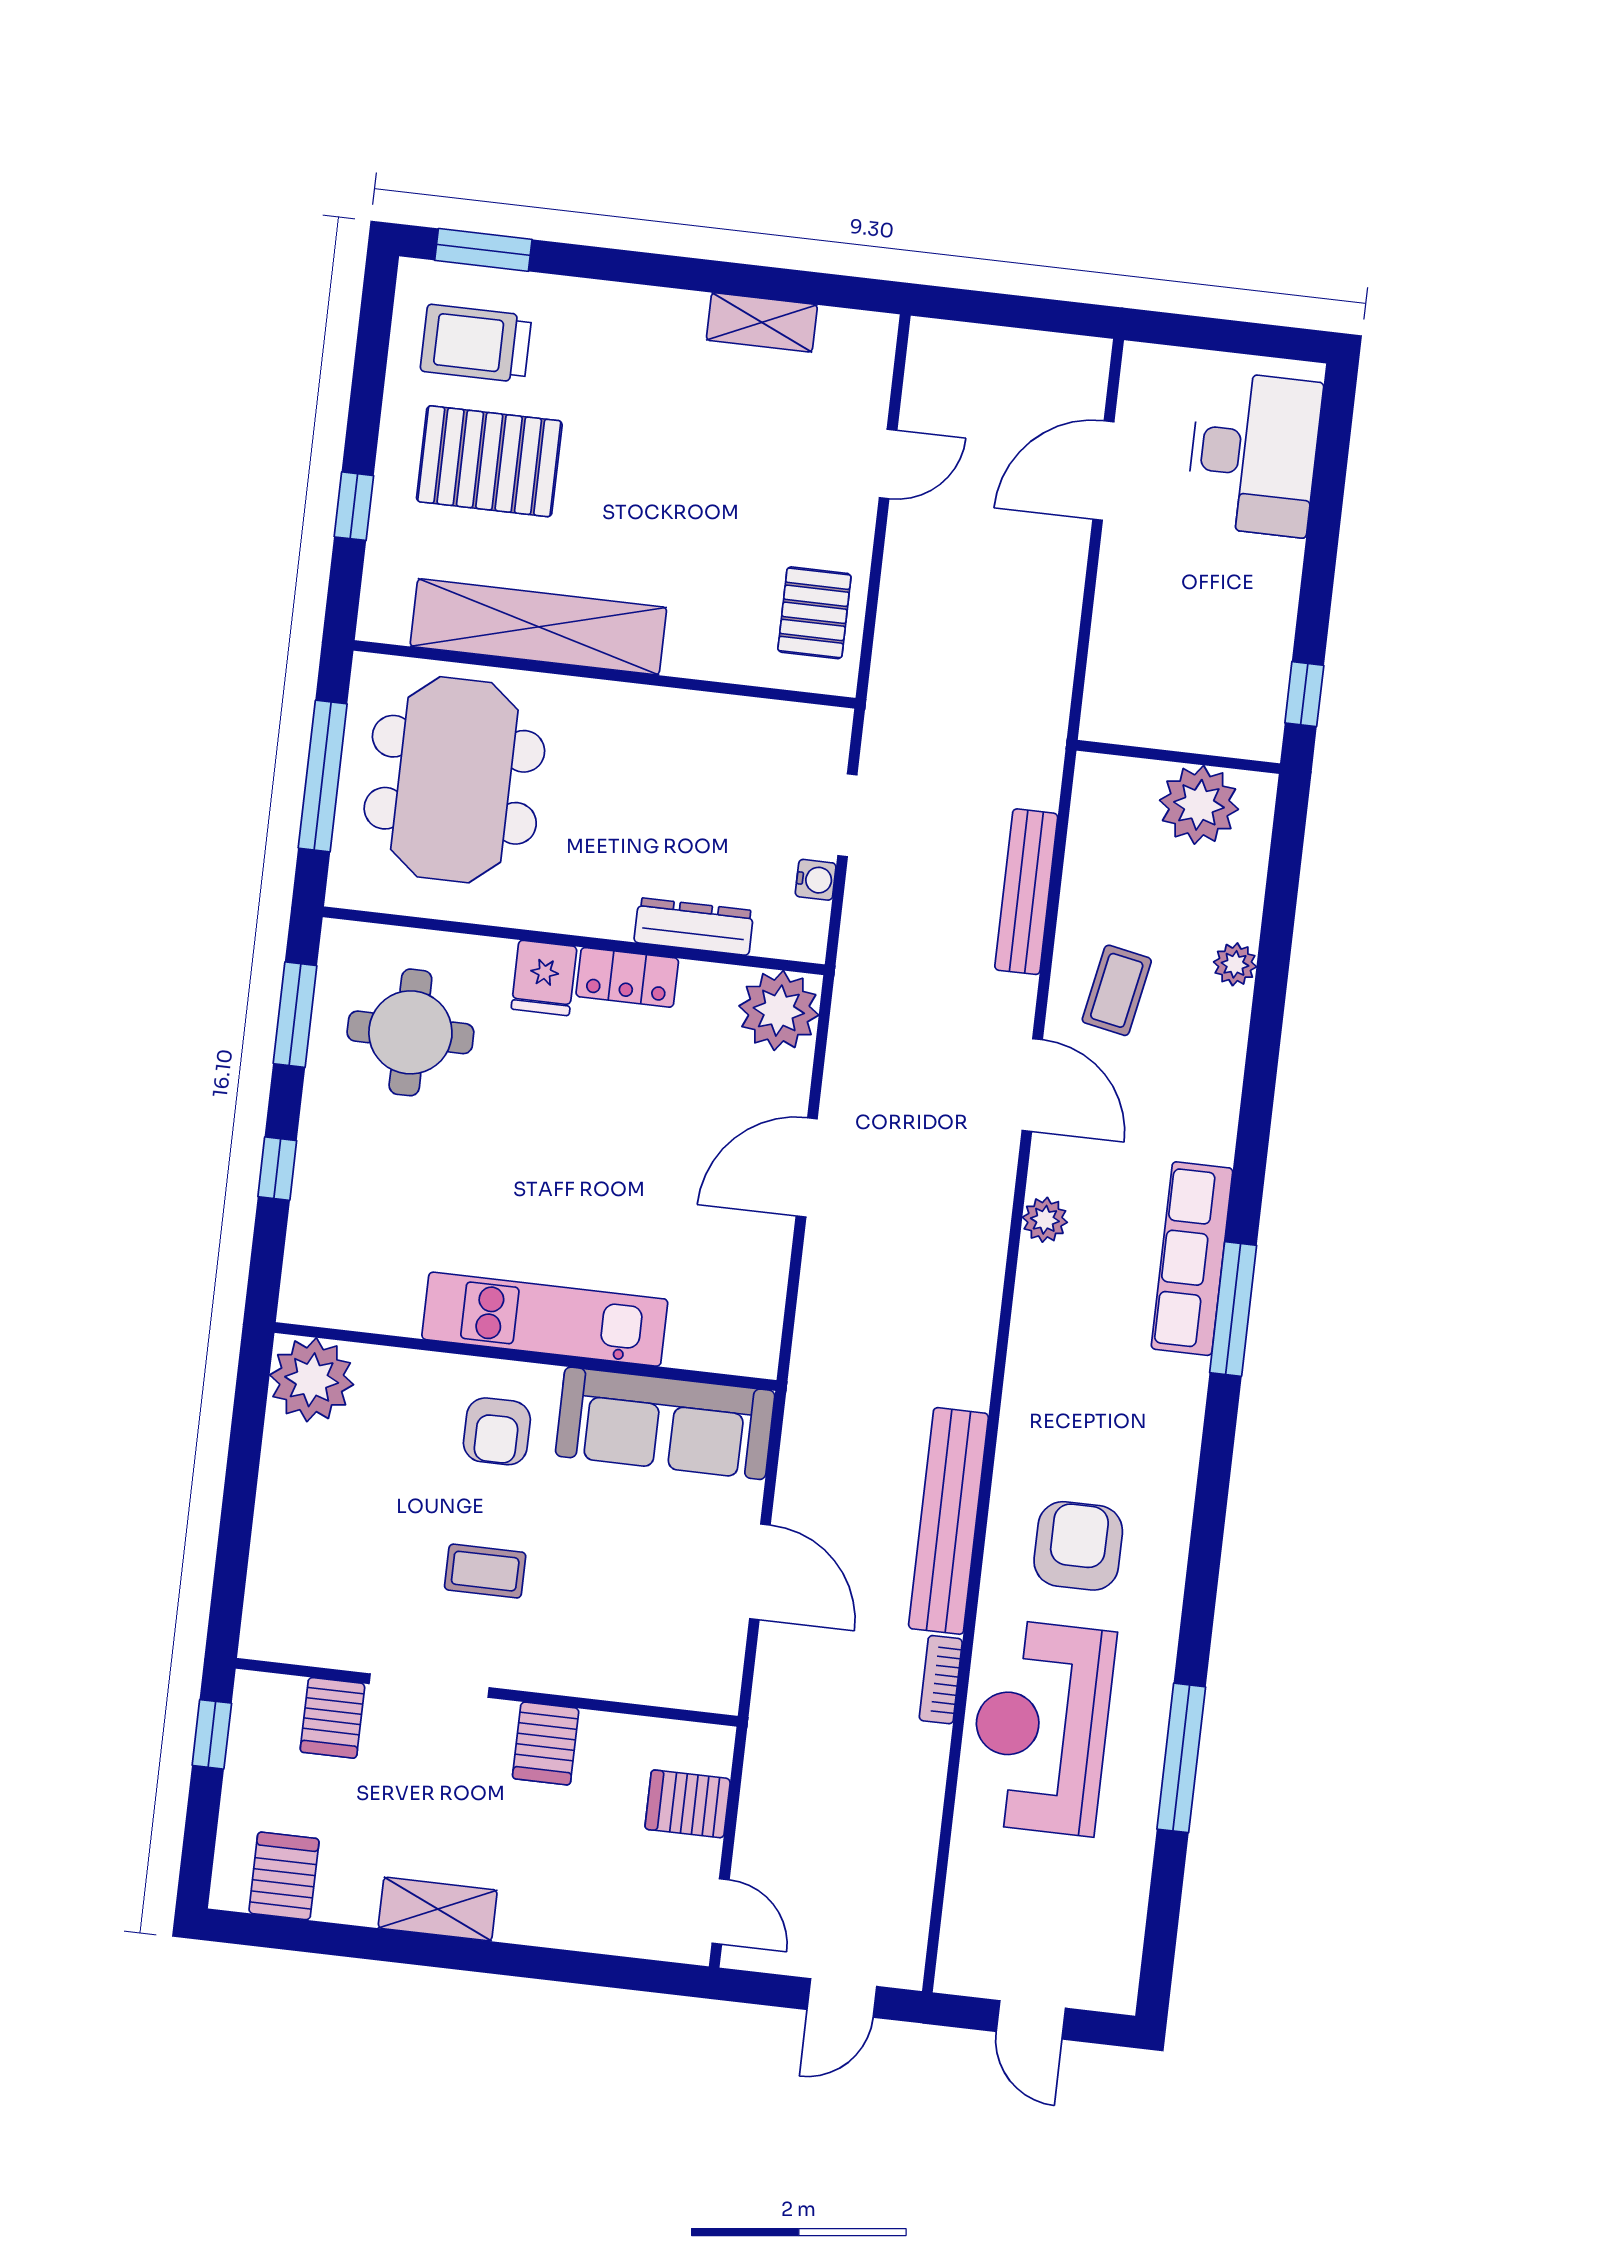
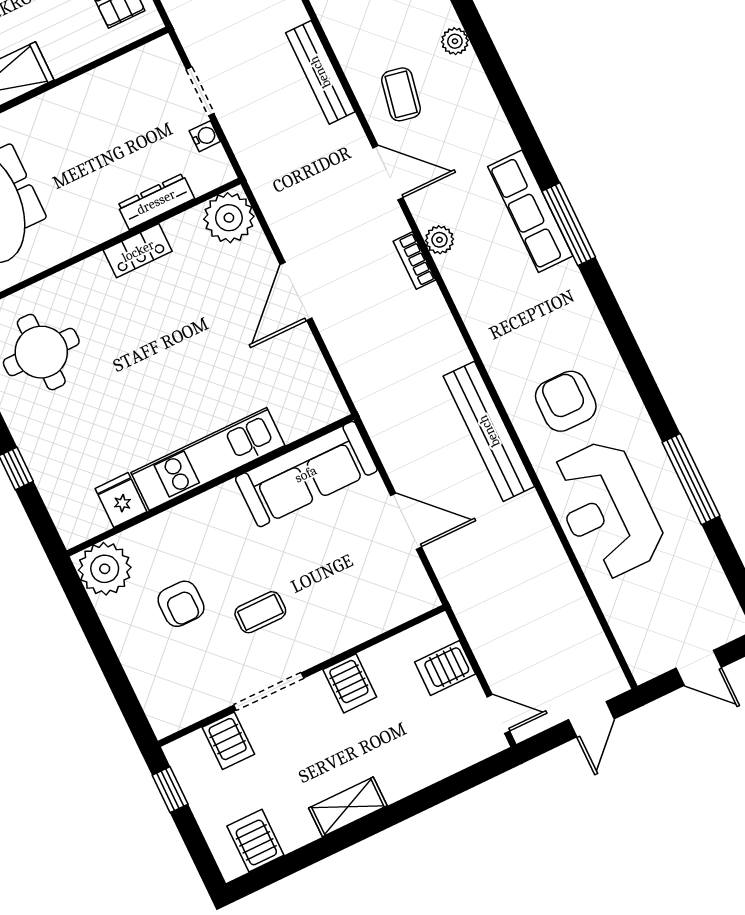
fridge: (544, 978) -> (121, 500), moved, turned 180
armchair: (497, 1431) -> (181, 604), moved
bookcase: (941, 1680) -> (414, 261), moved

